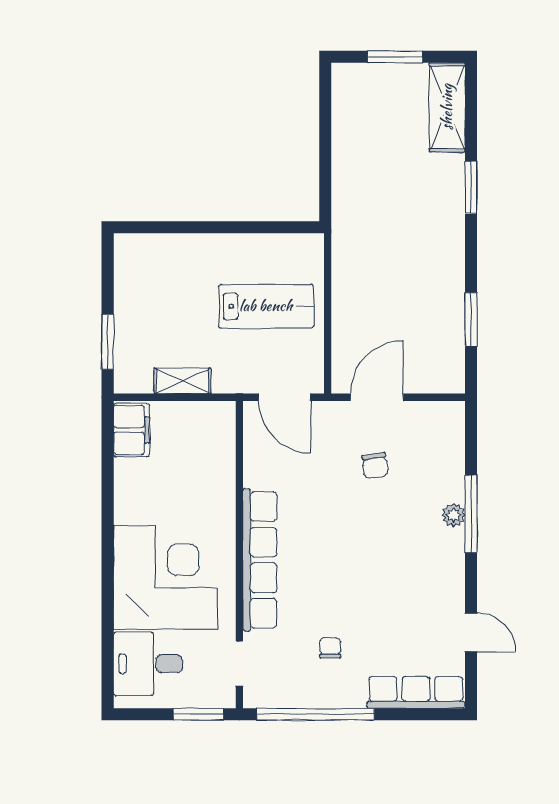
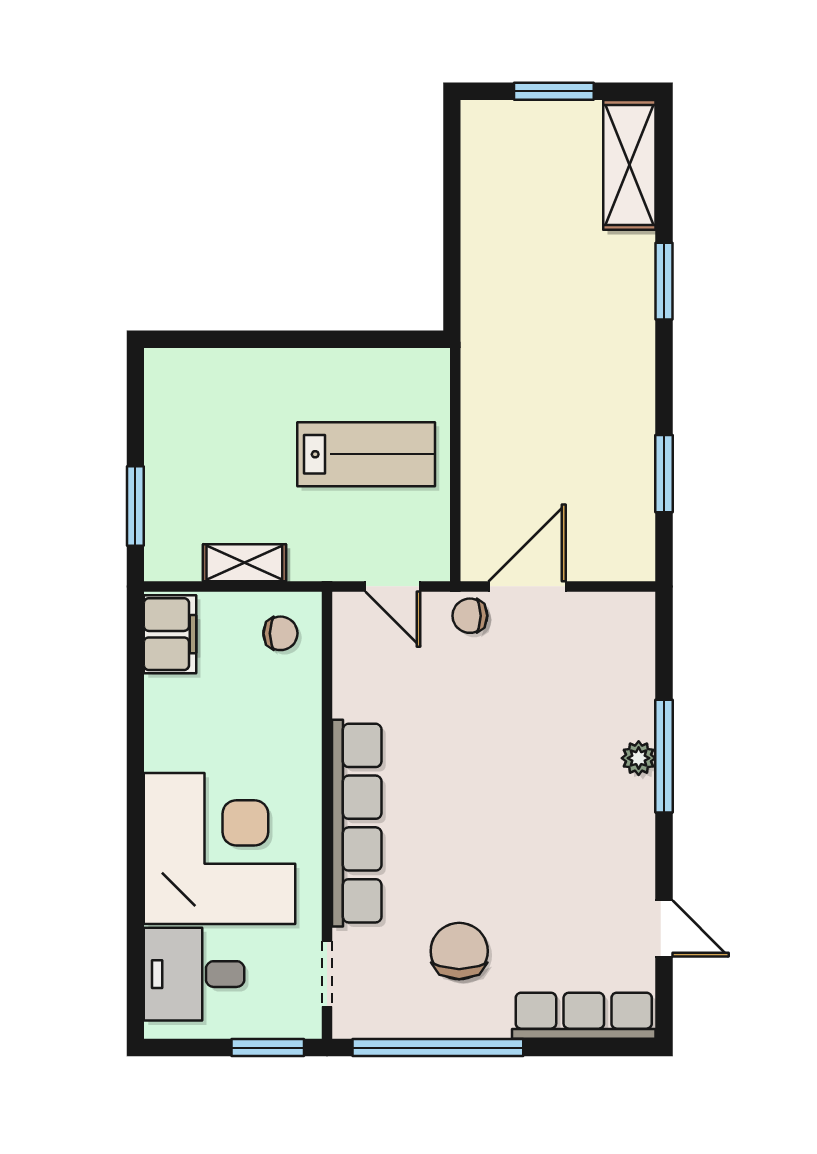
door: (285, 397) -> (393, 586), width x0.73
chair: (207, 429) -> (280, 633), added
chair: (375, 466) -> (470, 616), moved, turned 98
chair: (330, 648) -> (459, 951), width x1.87, depth x1.87

